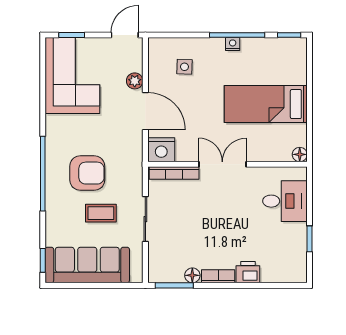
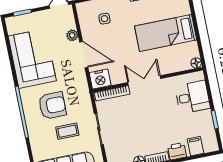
corner sofa: (72, 76) -> (32, 58), moved
filing cabinet: (275, 270) -> (195, 146), added

